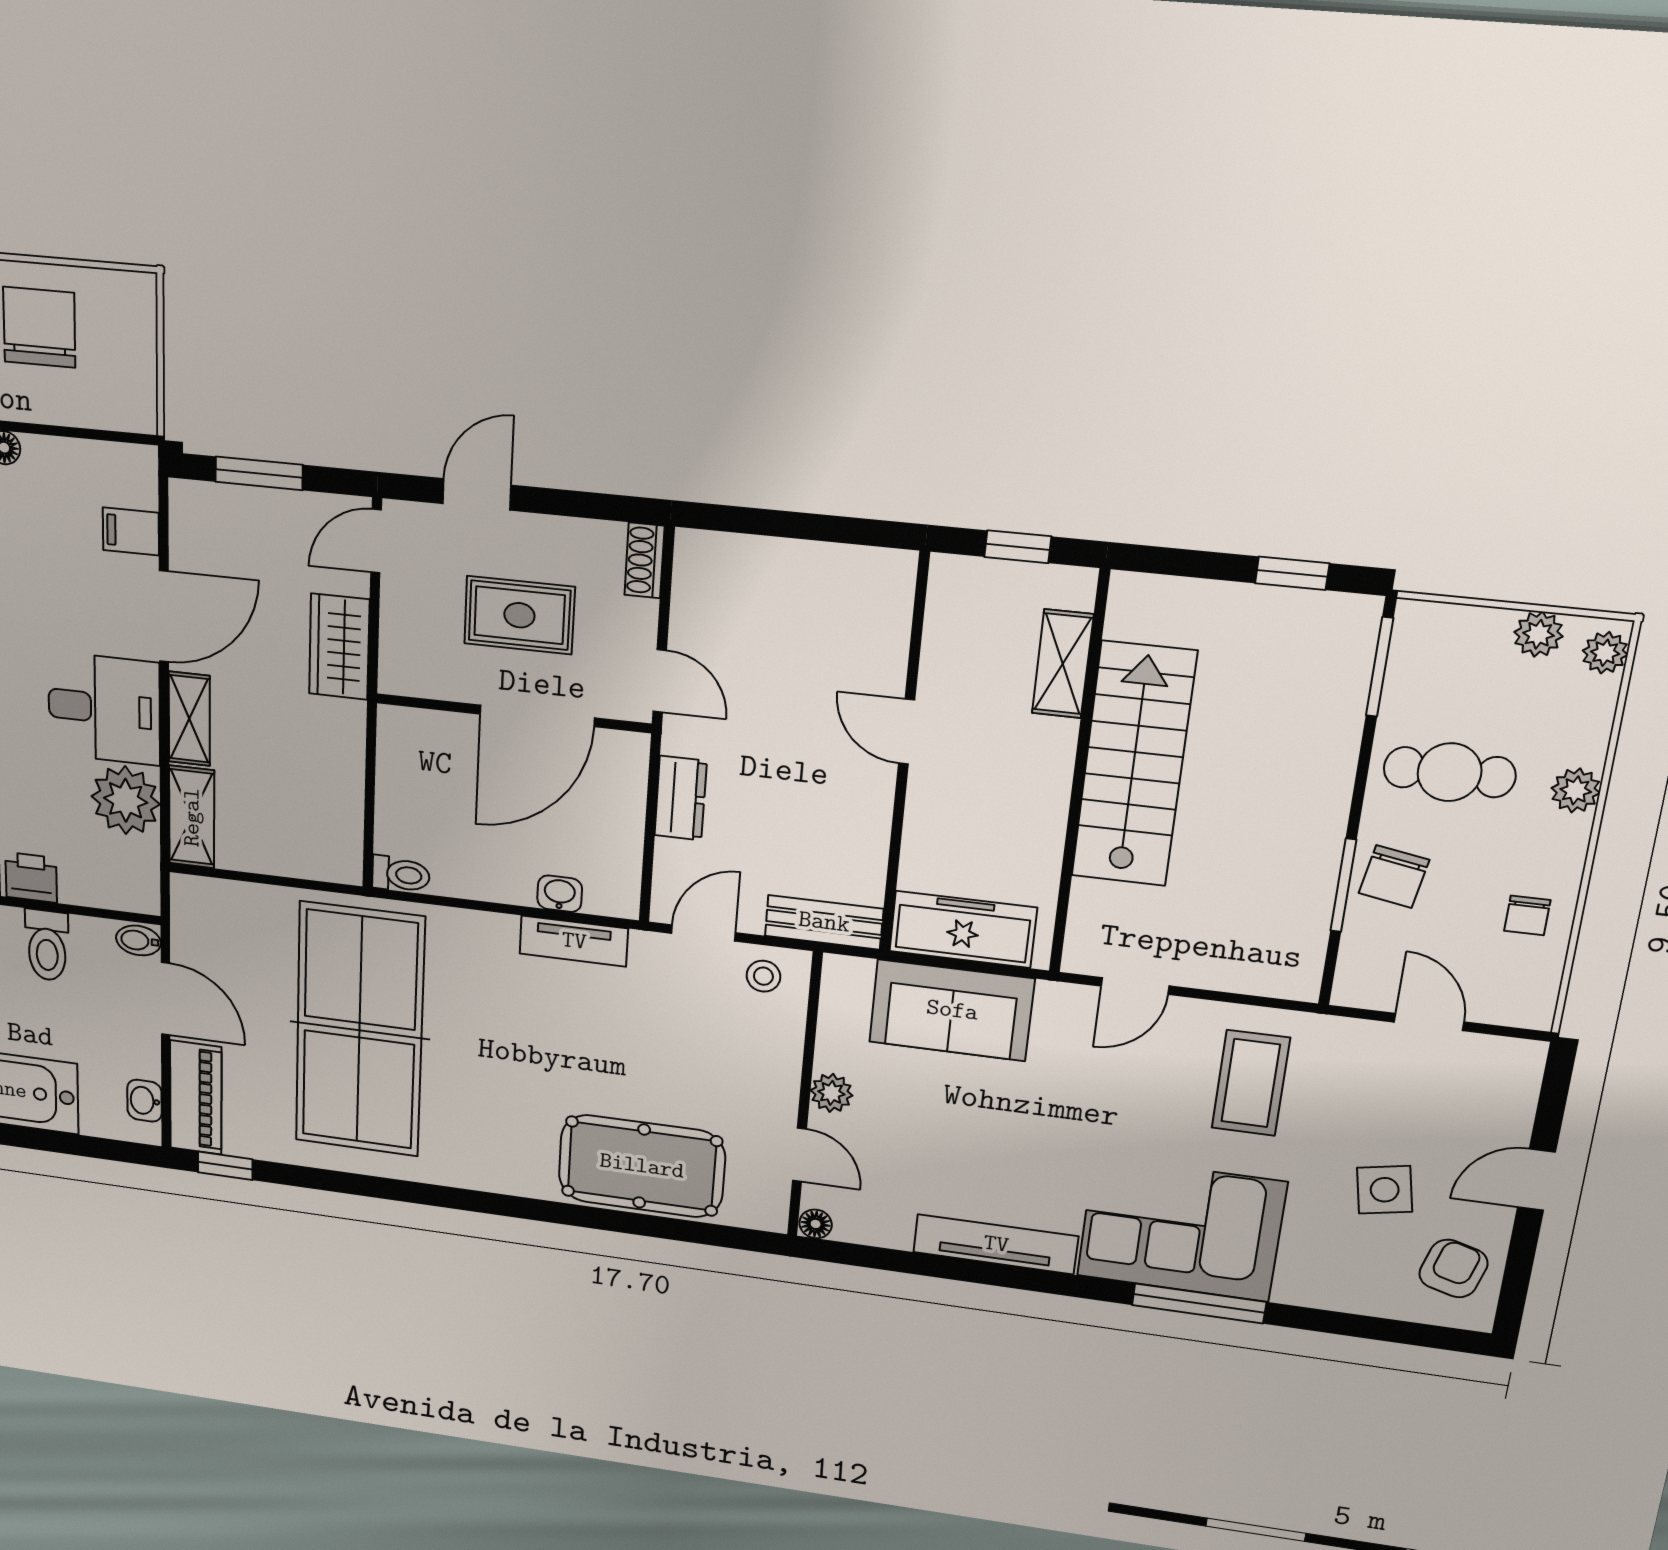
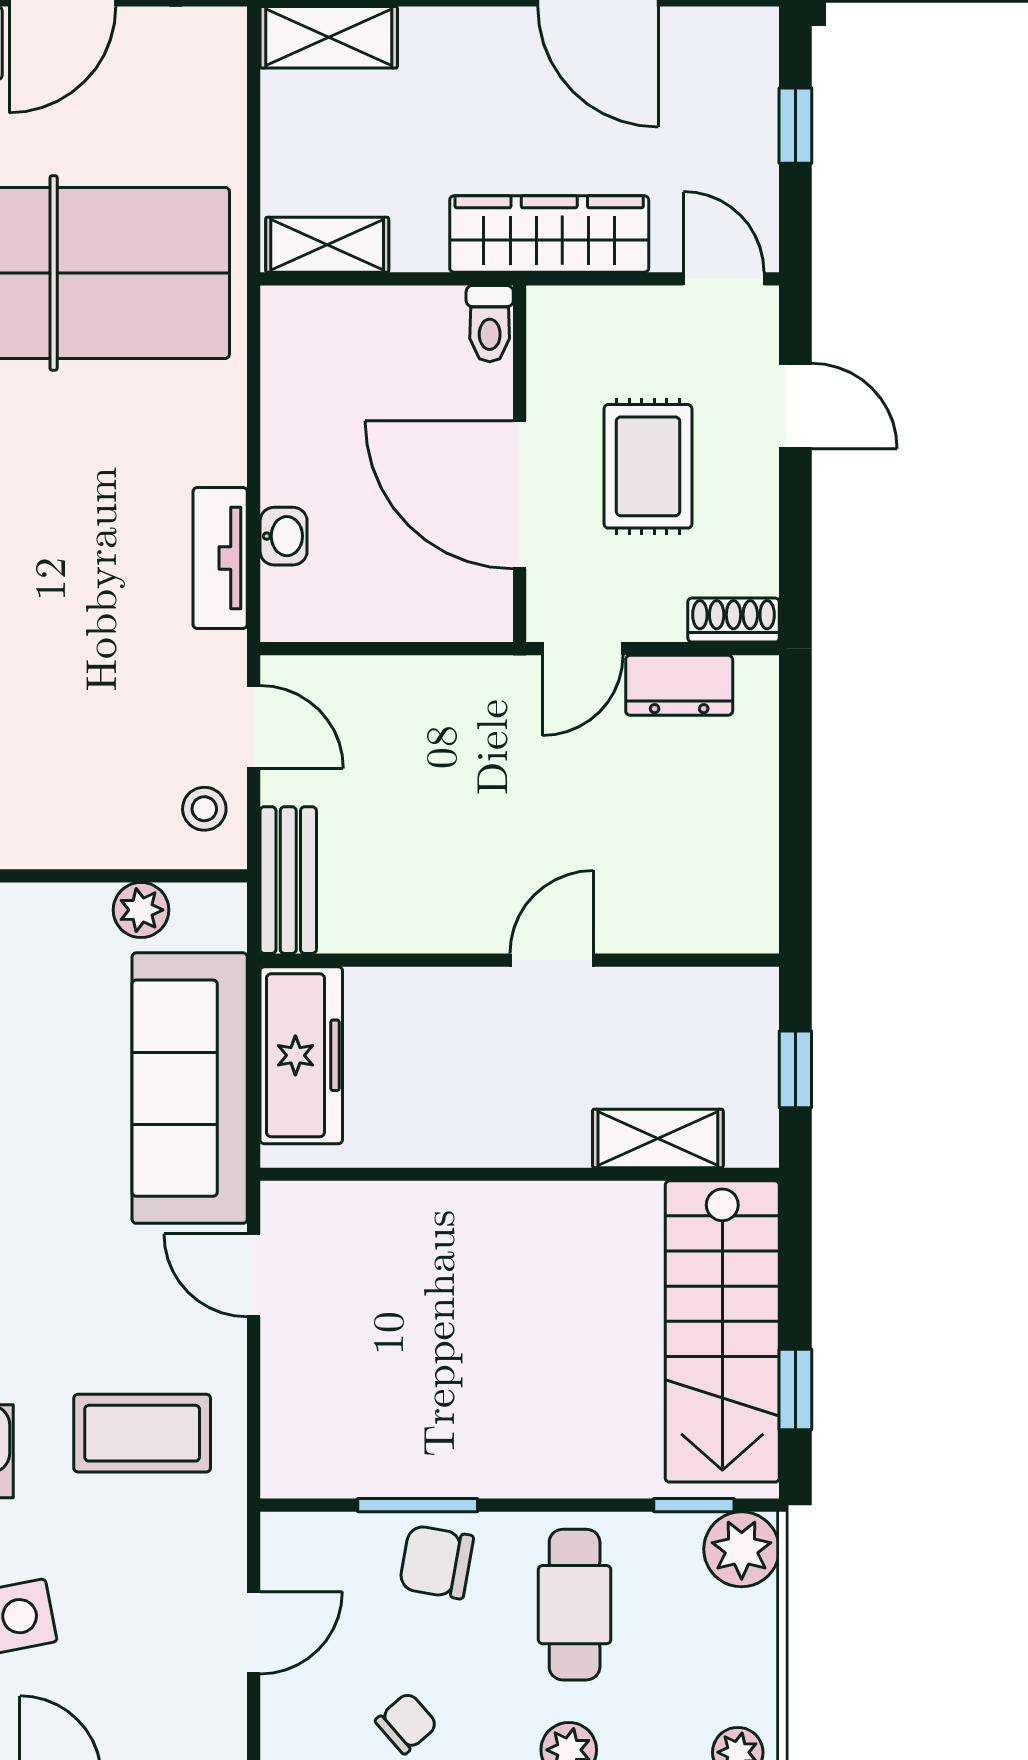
window: (259, 473) -> (795, 126), width x0.67
plant: (1538, 634) -> (742, 1549), moved, width x1.38, depth x1.38
wardrobe: (339, 647) -> (549, 234), width x1.50
window: (1380, 667) -> (694, 1505), width x0.67
shelving: (189, 719) -> (327, 245), moved
stairs: (1134, 765) -> (722, 1331), moved, turned 90
dresser: (681, 798) -> (679, 685), moved
toilet: (401, 874) -> (490, 324), moved
chair: (1527, 915) -> (406, 1723), turned 139
sofa: (952, 1010) -> (190, 1088), width x1.36
plant: (831, 1093) -> (141, 910), moved

